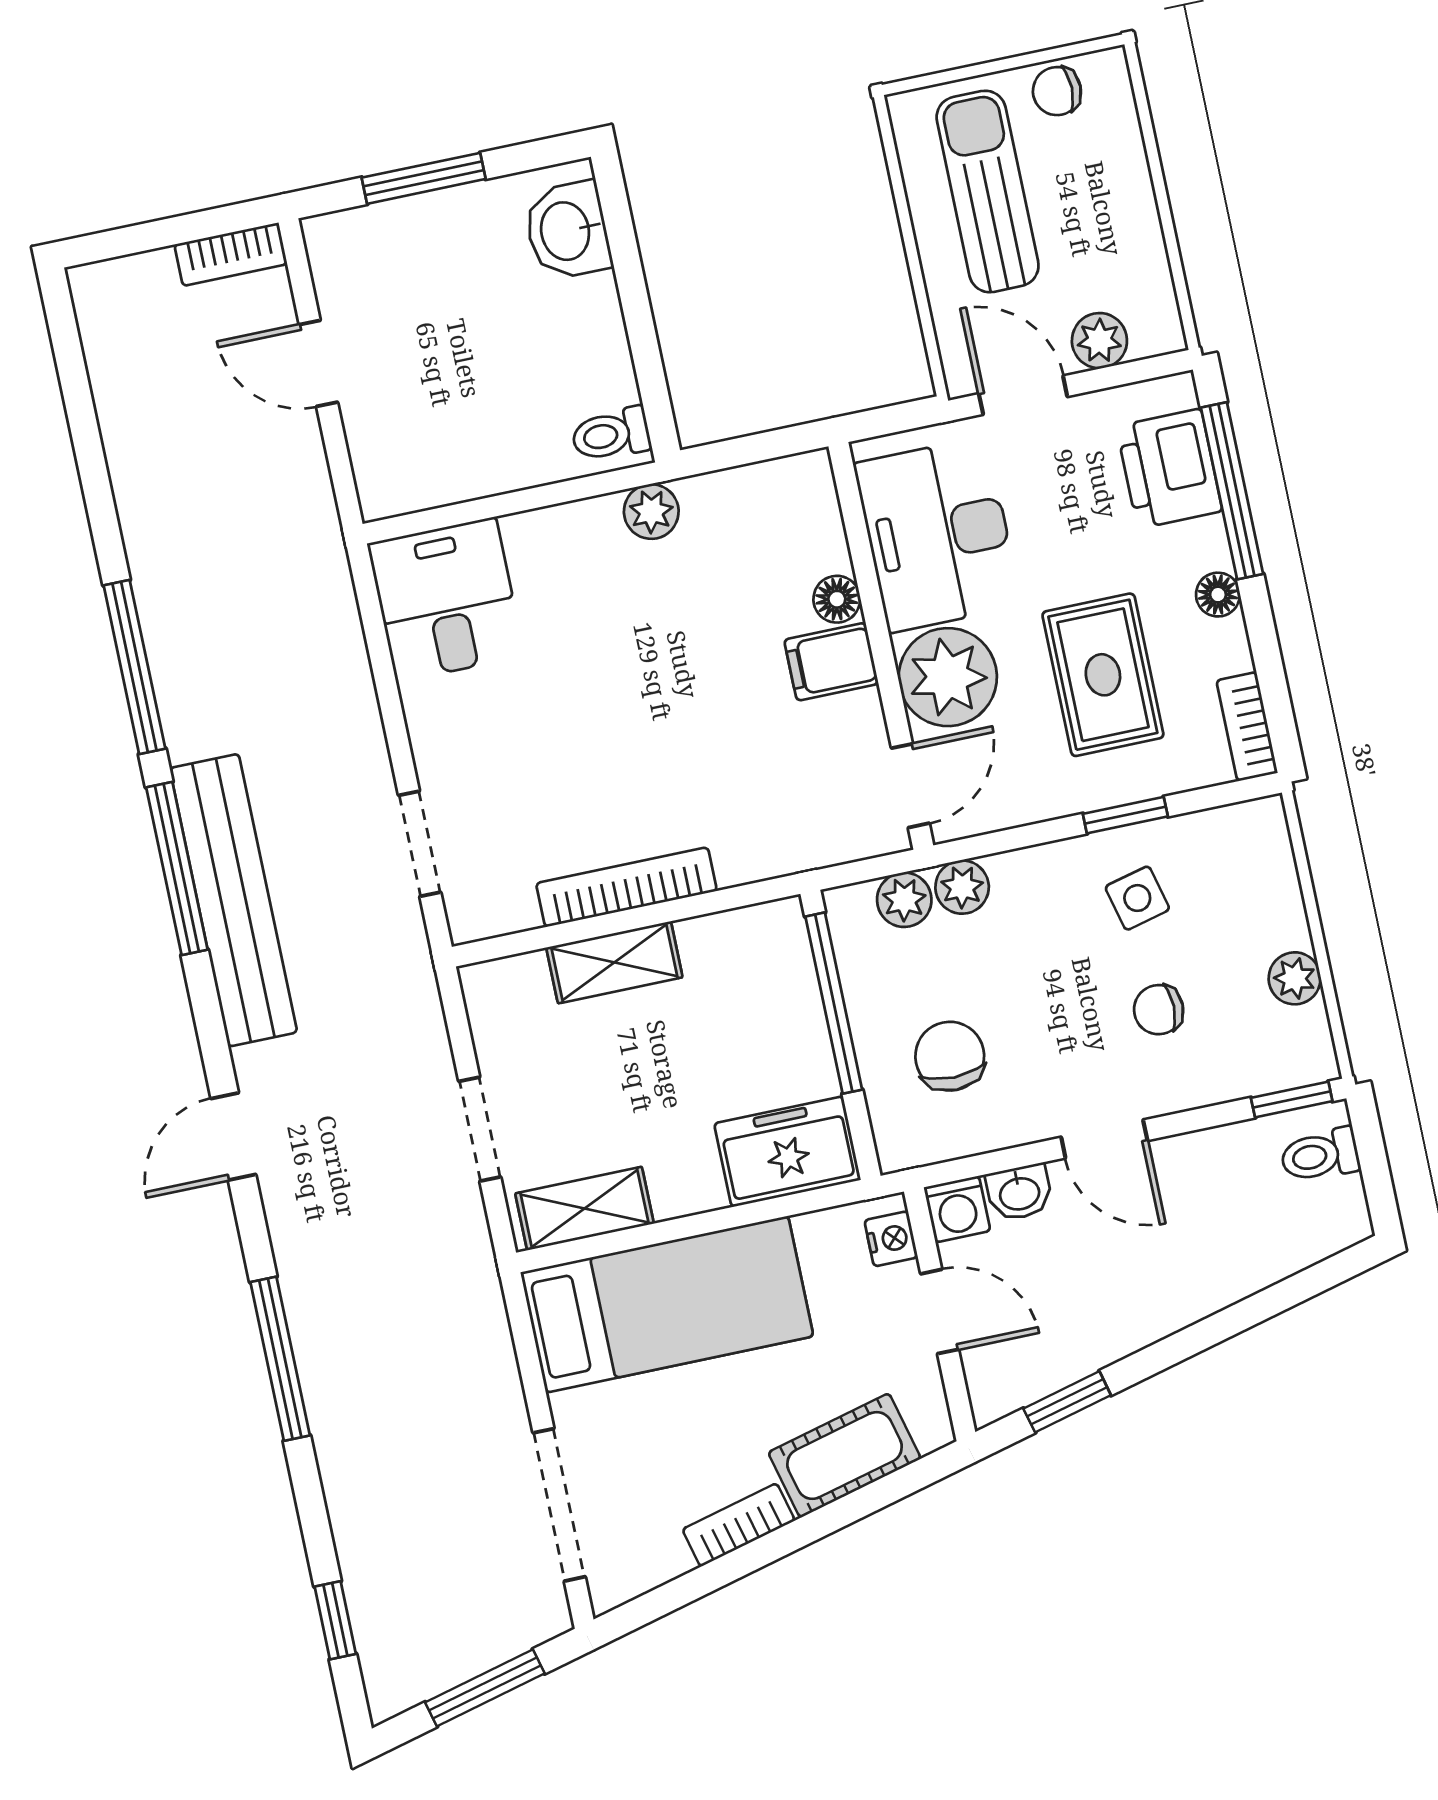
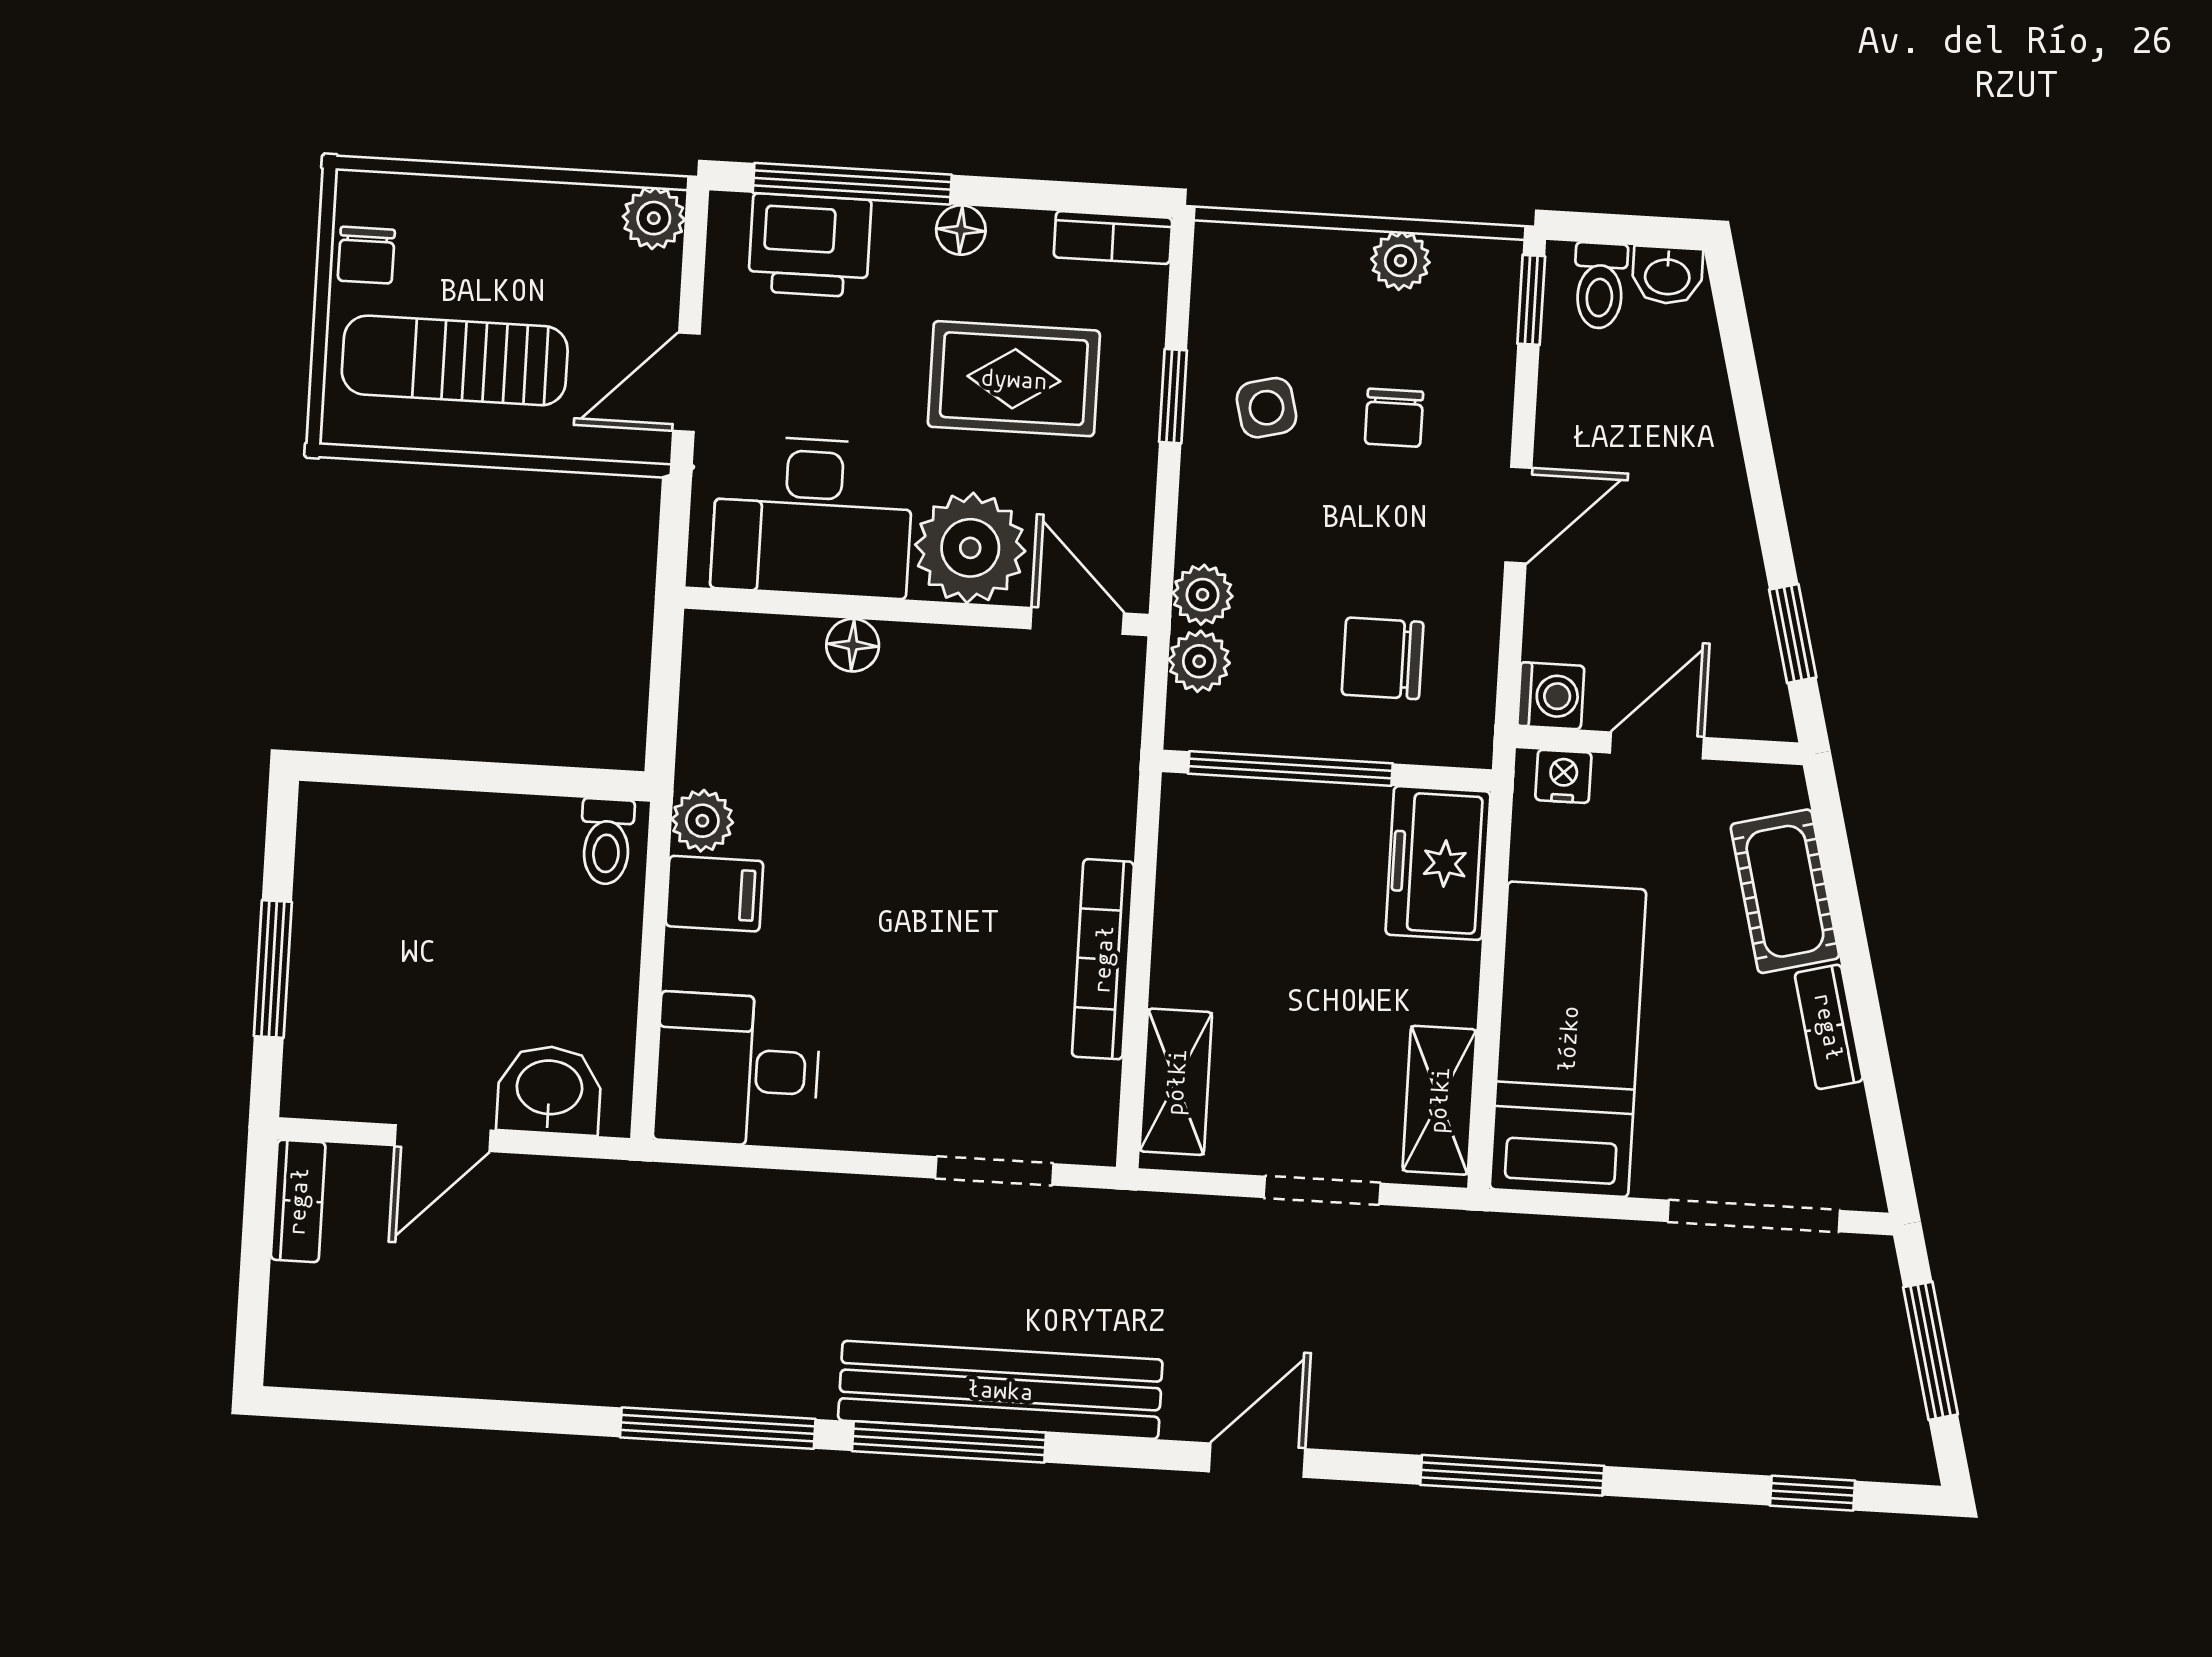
washbasin: (567, 231) -> (549, 1090), moved, turned 180
plant: (1099, 341) -> (654, 218), moved
filing cabinet: (831, 662) -> (714, 894), moved, turned -90
shelving: (614, 962) -> (1176, 1082), moved
door: (233, 1136) -> (1257, 1460), swing flipped
washbasin: (1019, 1192) -> (1667, 275), moved, turned 90

